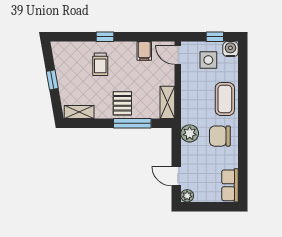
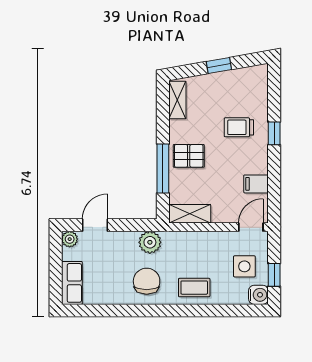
coffee table: (225, 99) -> (194, 288), width x0.73, depth x0.77
row of seats: (230, 185) -> (72, 283), moved, turned 90

